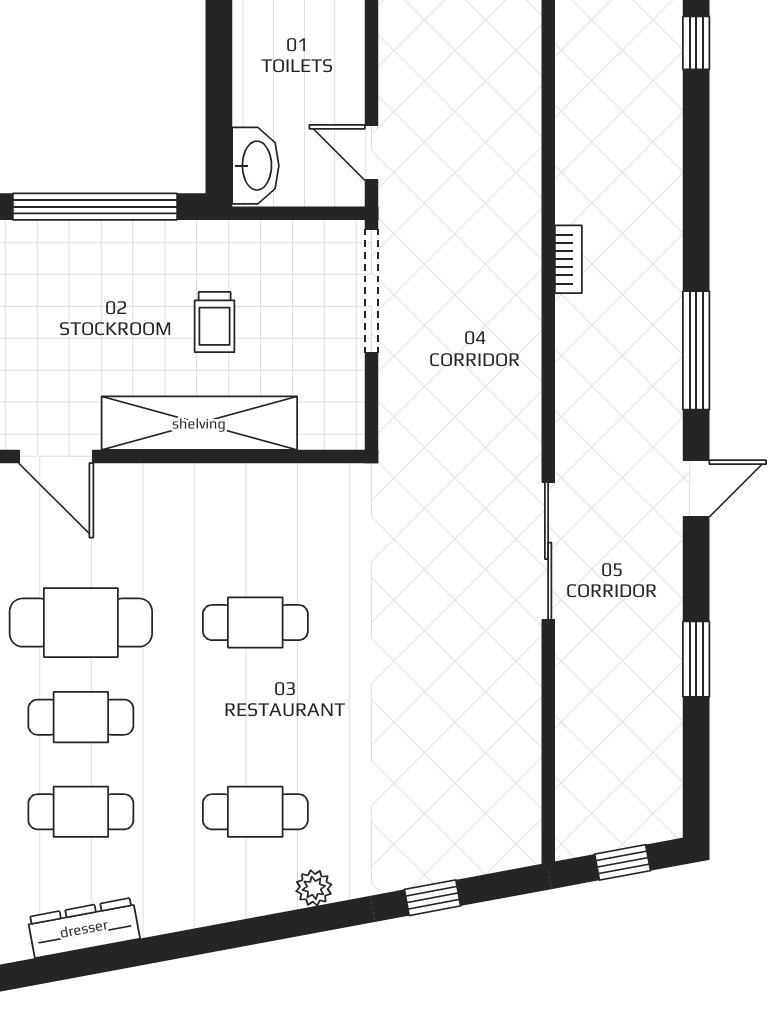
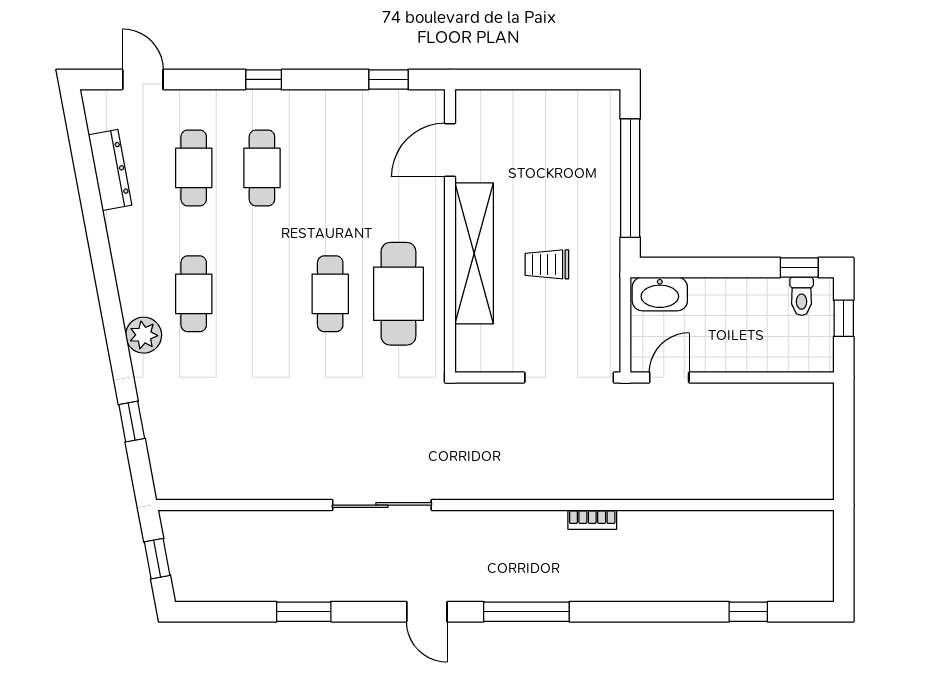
cafe table: (81, 623) -> (398, 294), moved
plant: (314, 888) -> (144, 335), width x1.38, depth x1.38

